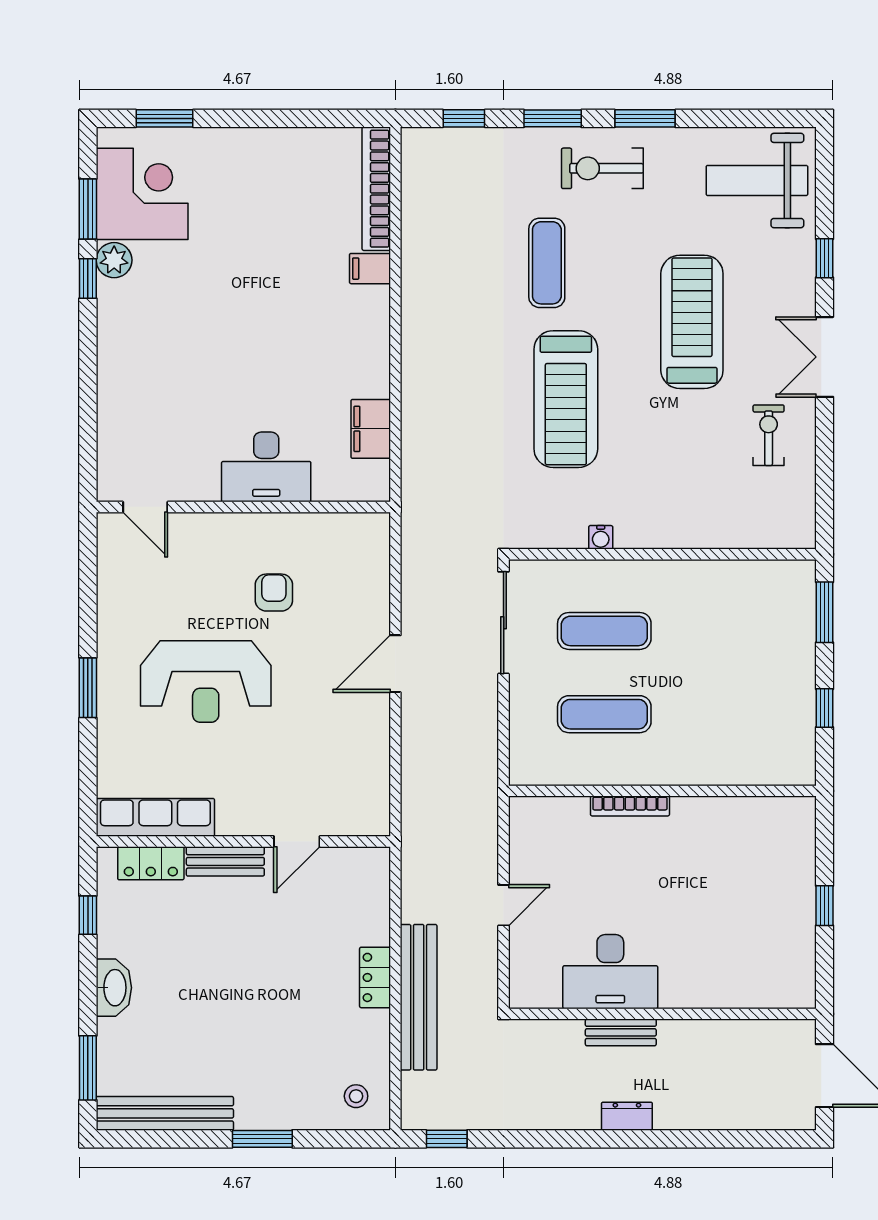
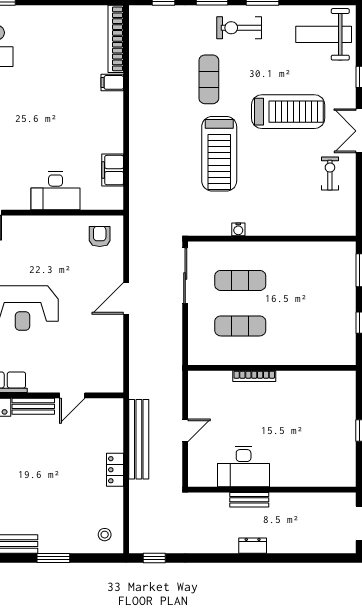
treadmill: (692, 322) -> (288, 112), turned 90
armchair: (274, 593) -> (100, 236), moved
bench: (419, 997) -> (139, 439), moved

